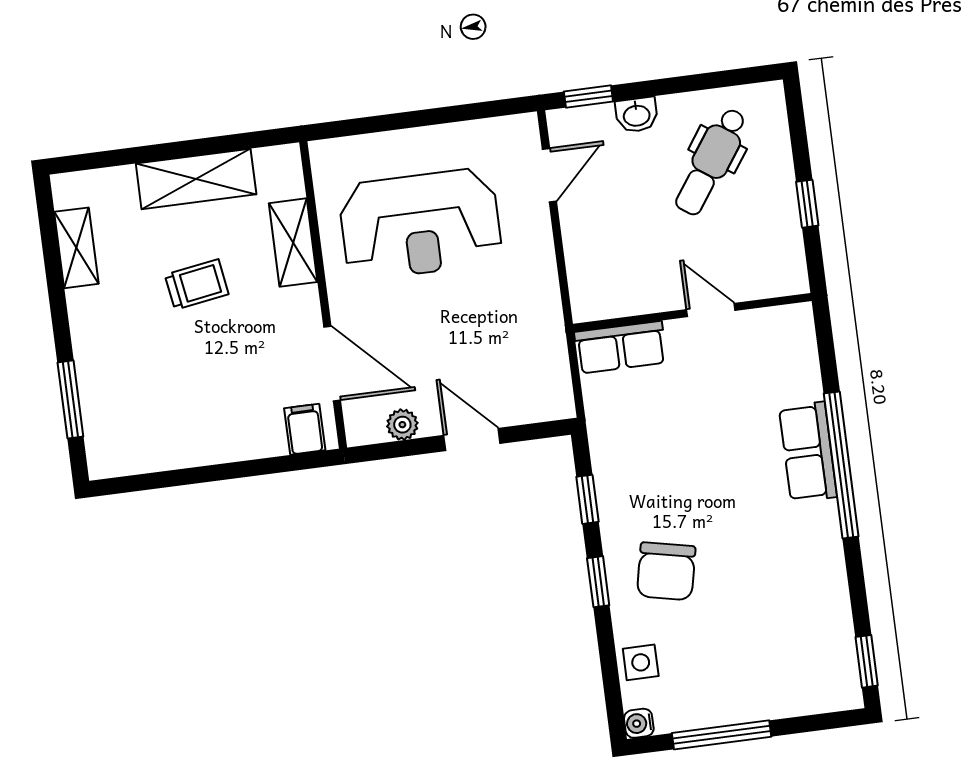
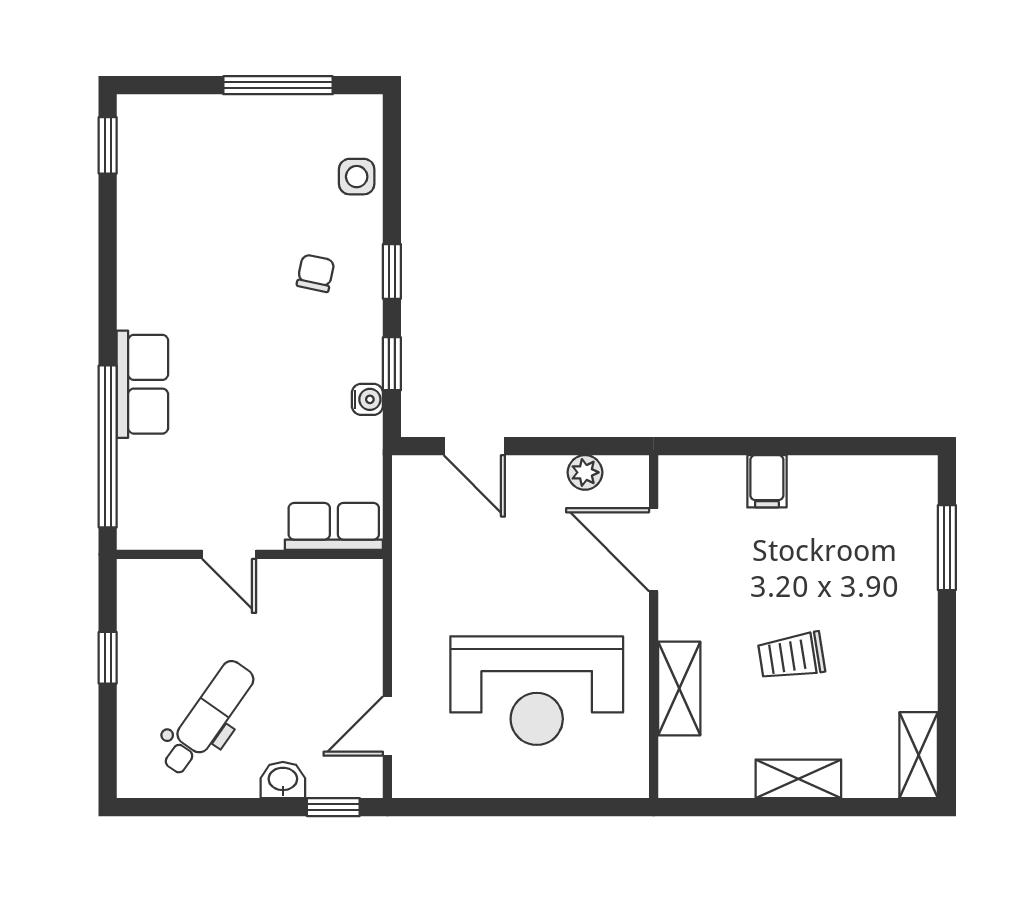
shelving: (196, 179) -> (798, 779), width x0.67, depth x0.75
reception desk: (420, 224) -> (537, 691), turned 180
shelving: (76, 248) -> (919, 755), moved
filing cabinet: (305, 429) -> (767, 481), moved
door: (472, 439) -> (474, 446), moved
window: (841, 465) -> (108, 446), moved
chair: (666, 571) -> (316, 273), width x0.54, depth x0.54
water cooler: (639, 723) -> (367, 399), moved

